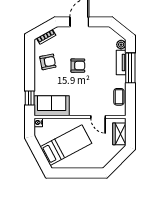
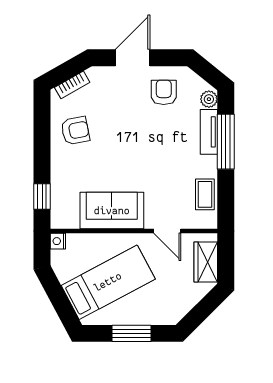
armchair: (78, 66) -> (164, 92), moved, turned -90
sofa: (52, 106) -> (112, 211), moved
window: (79, 173) -> (132, 333), added

